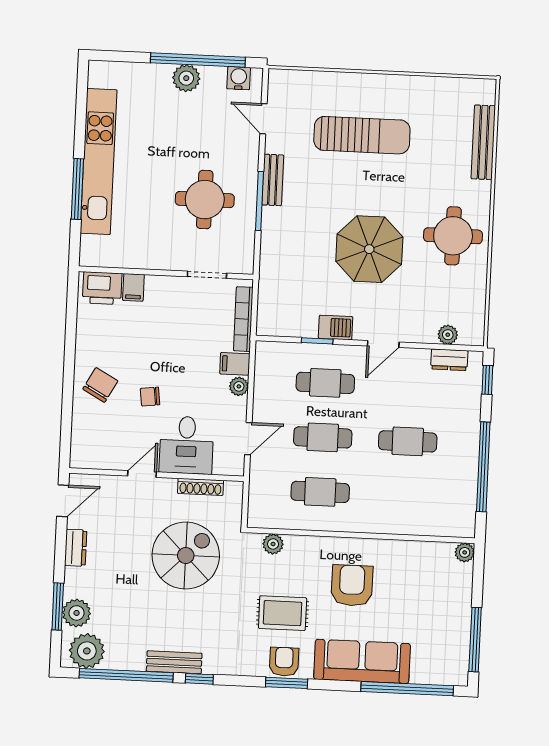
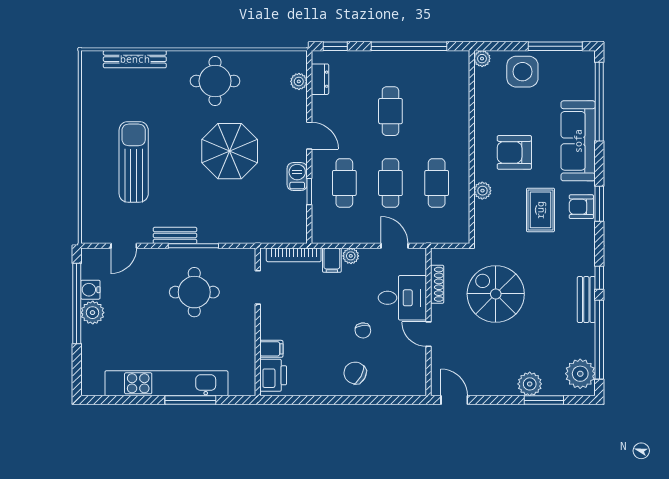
water cooler: (239, 78) -> (90, 290), moved
plant: (273, 544) -> (482, 191), moved
dresser: (76, 548) -> (494, 387), removed
side table: (447, 600) -> (522, 72), added
plant: (77, 613) -> (530, 384), moved

